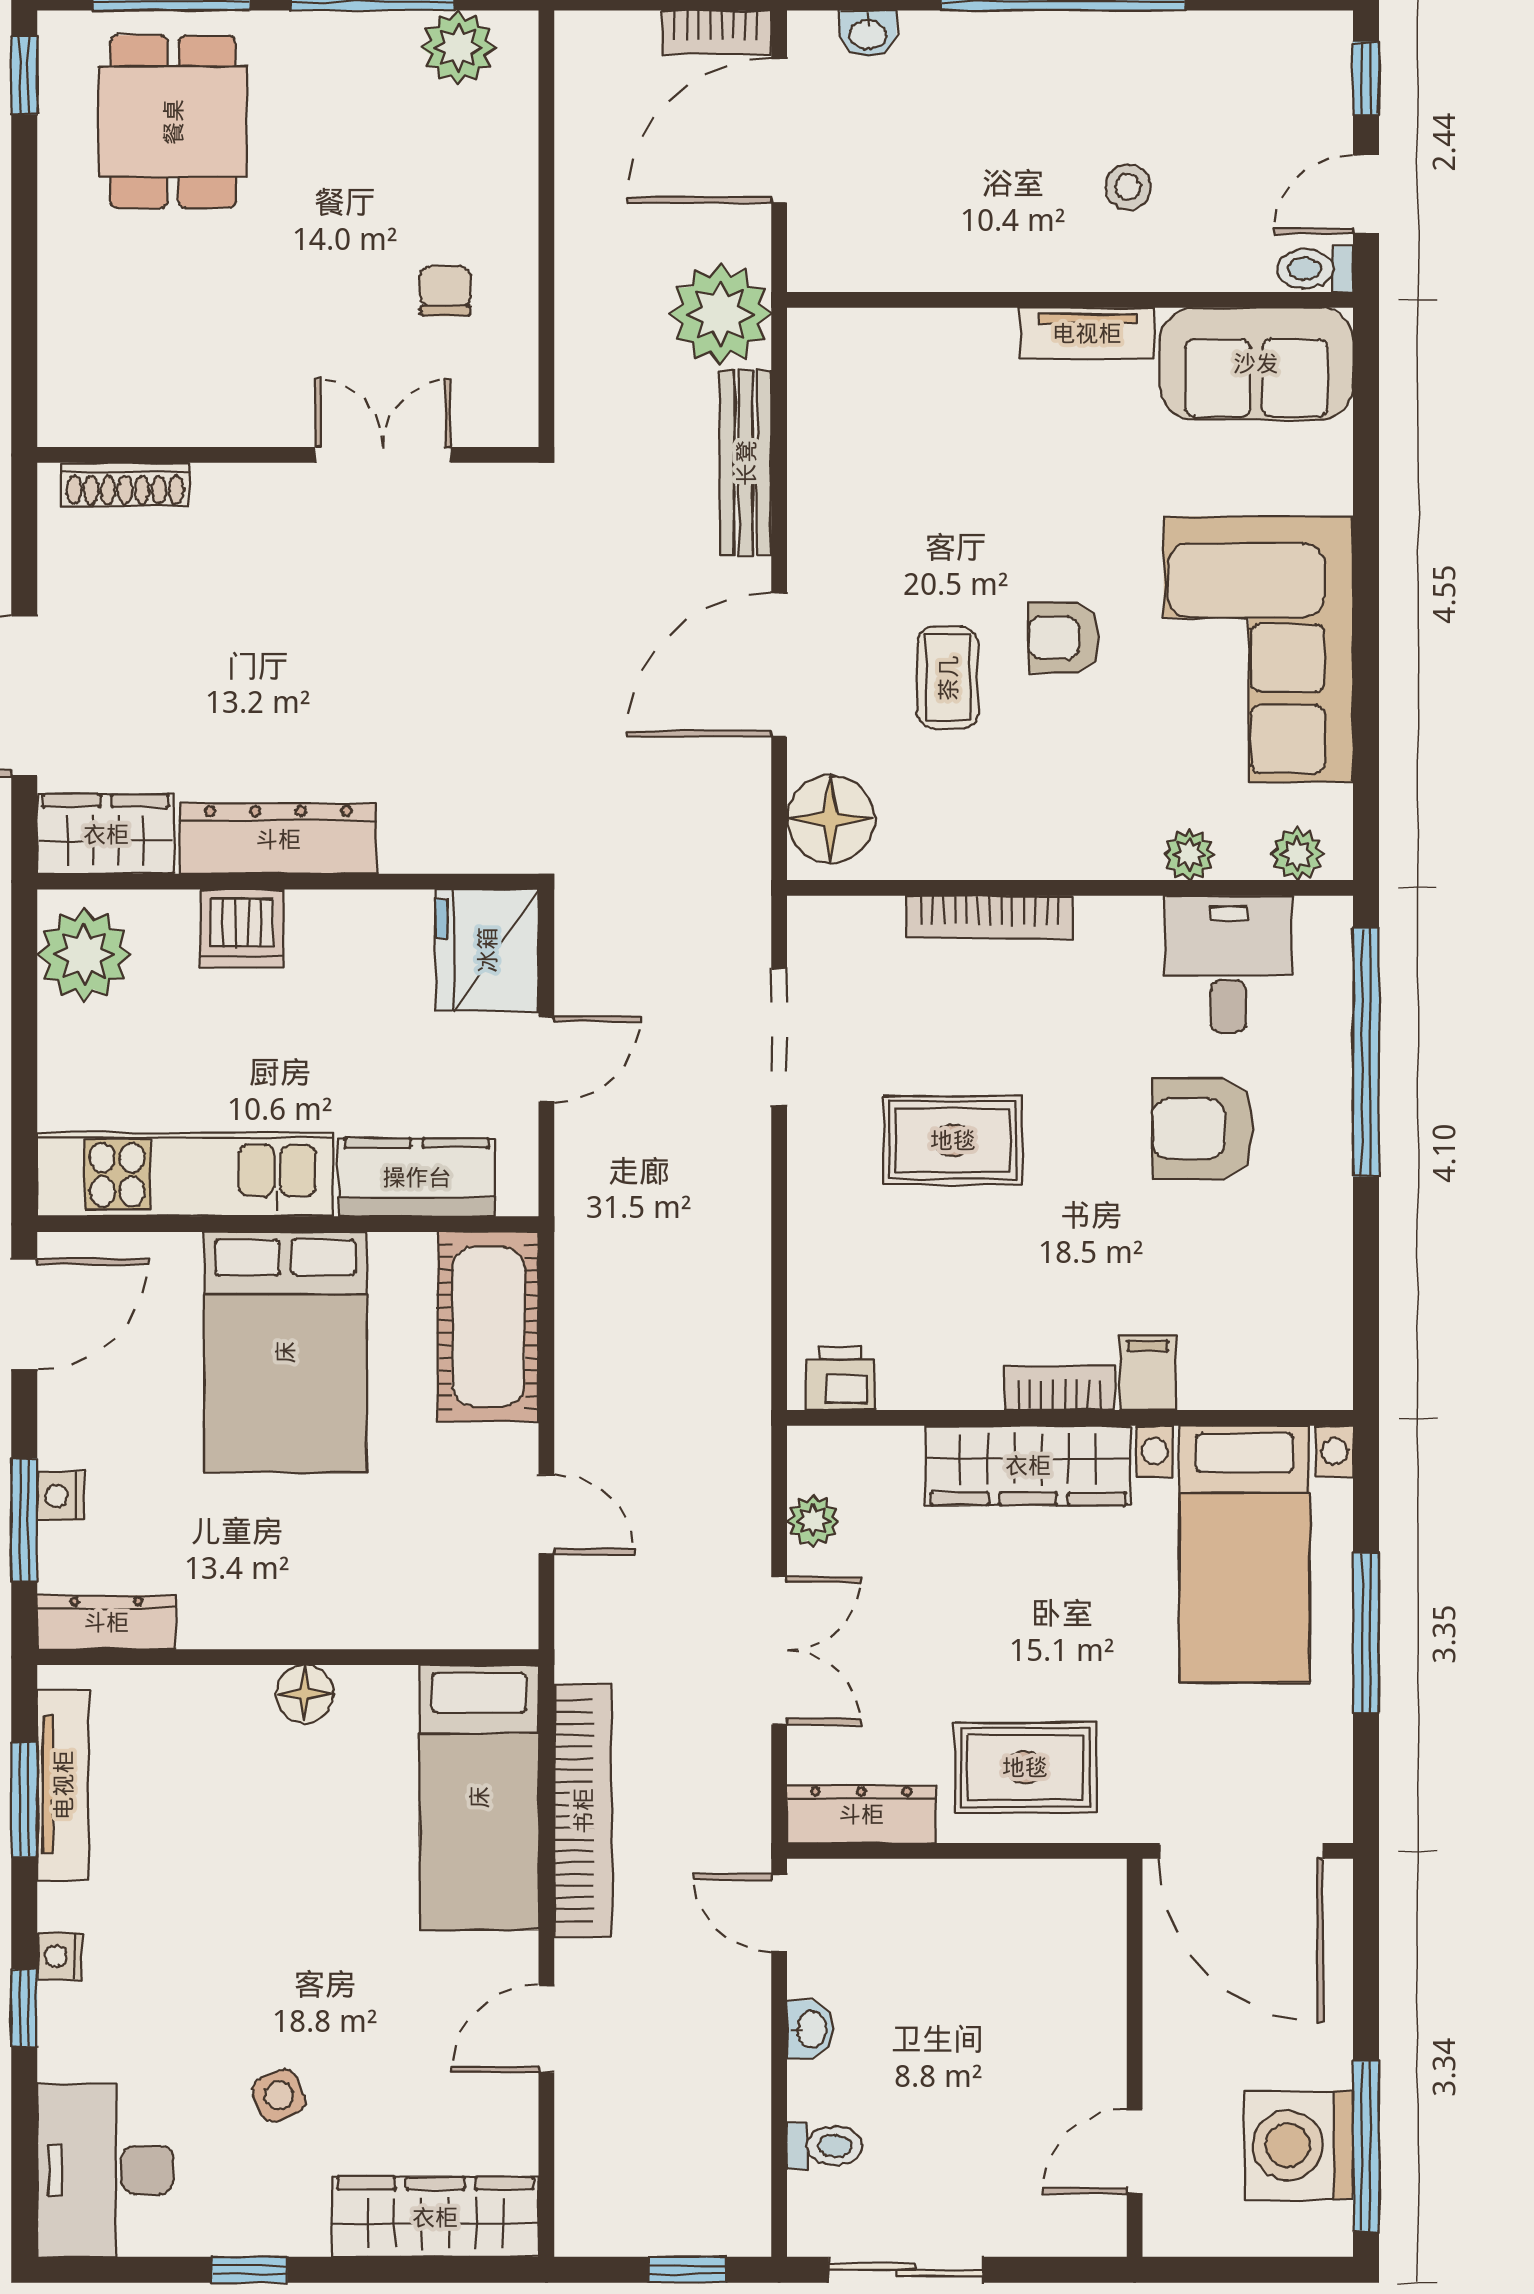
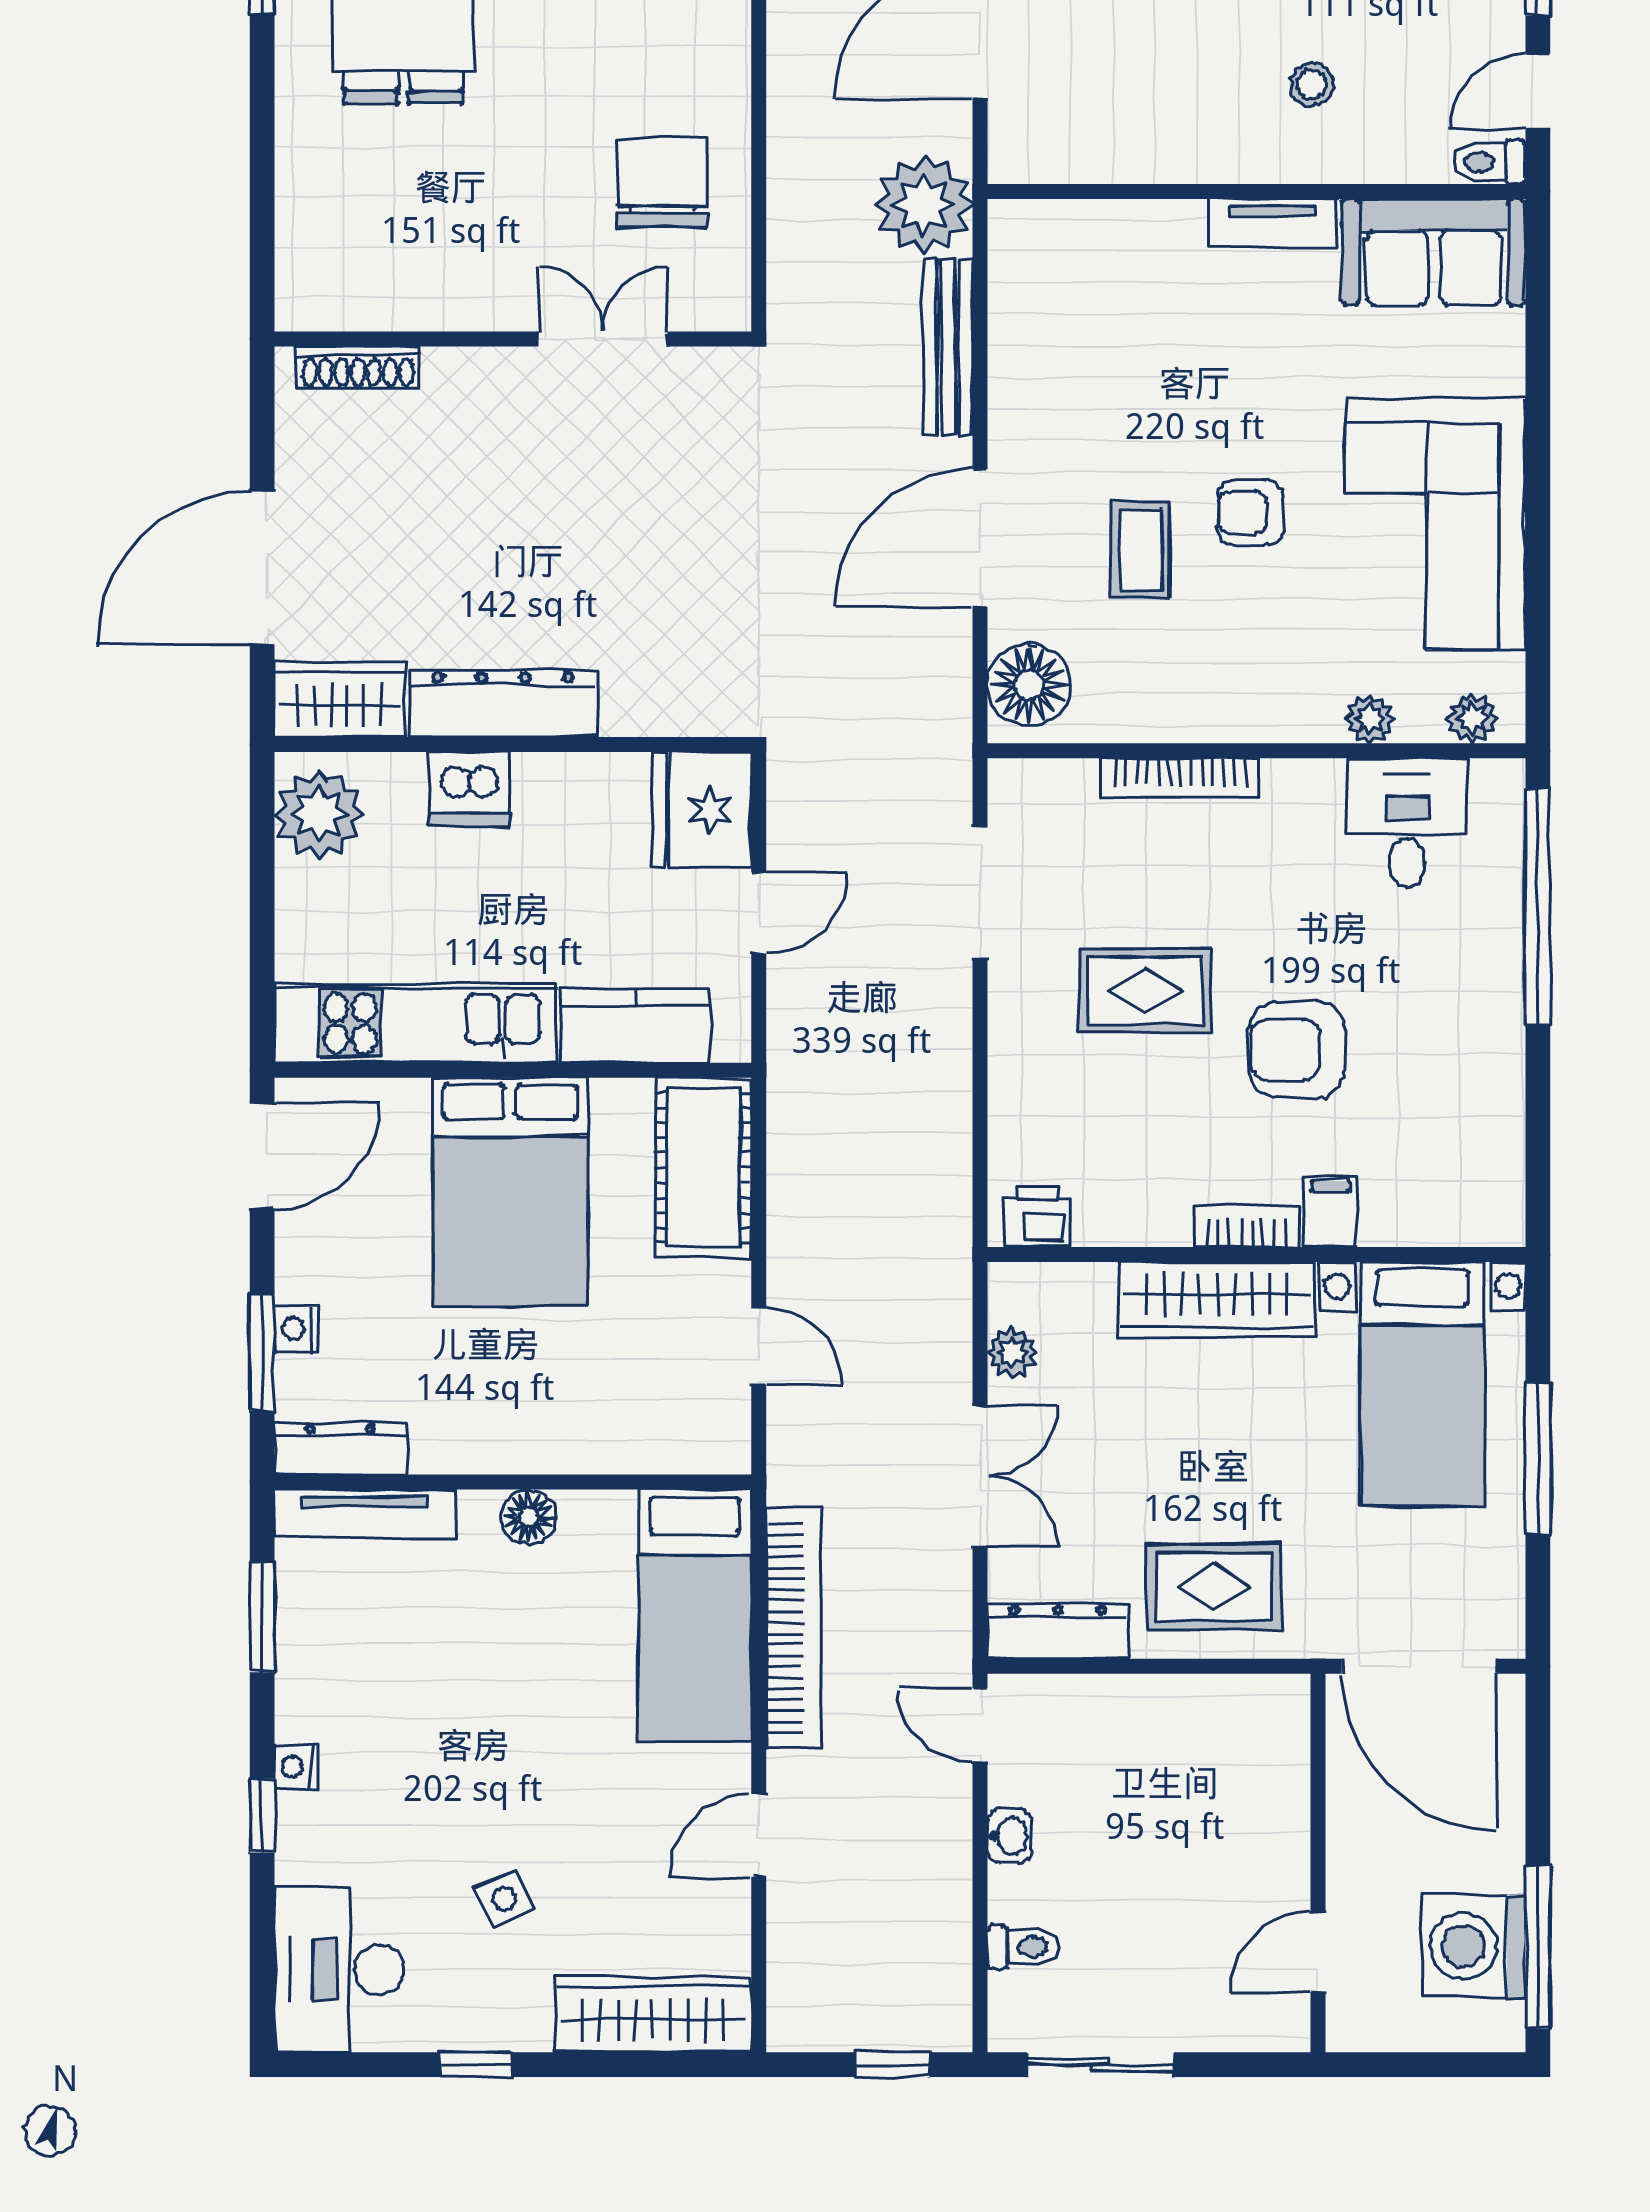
chair: (445, 291) -> (662, 183), width x1.87, depth x1.87
armchair: (1203, 1129) -> (1297, 1050), moved
tv unit: (63, 1785) -> (365, 1514), moved, turned 90

